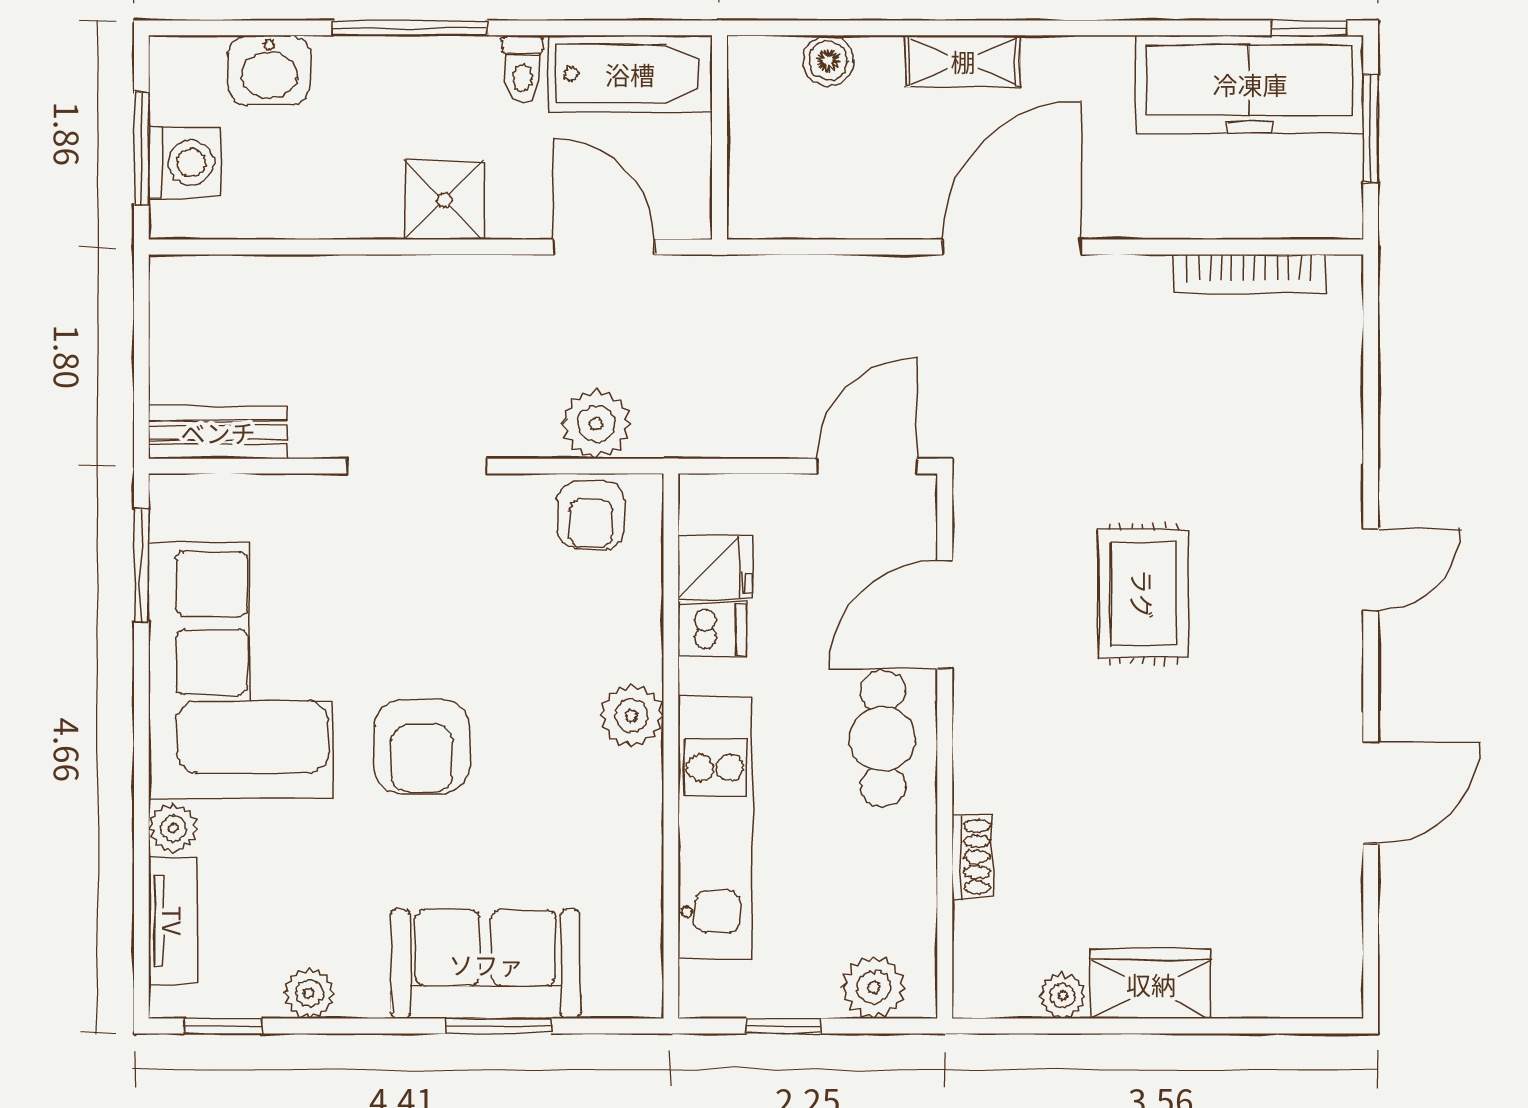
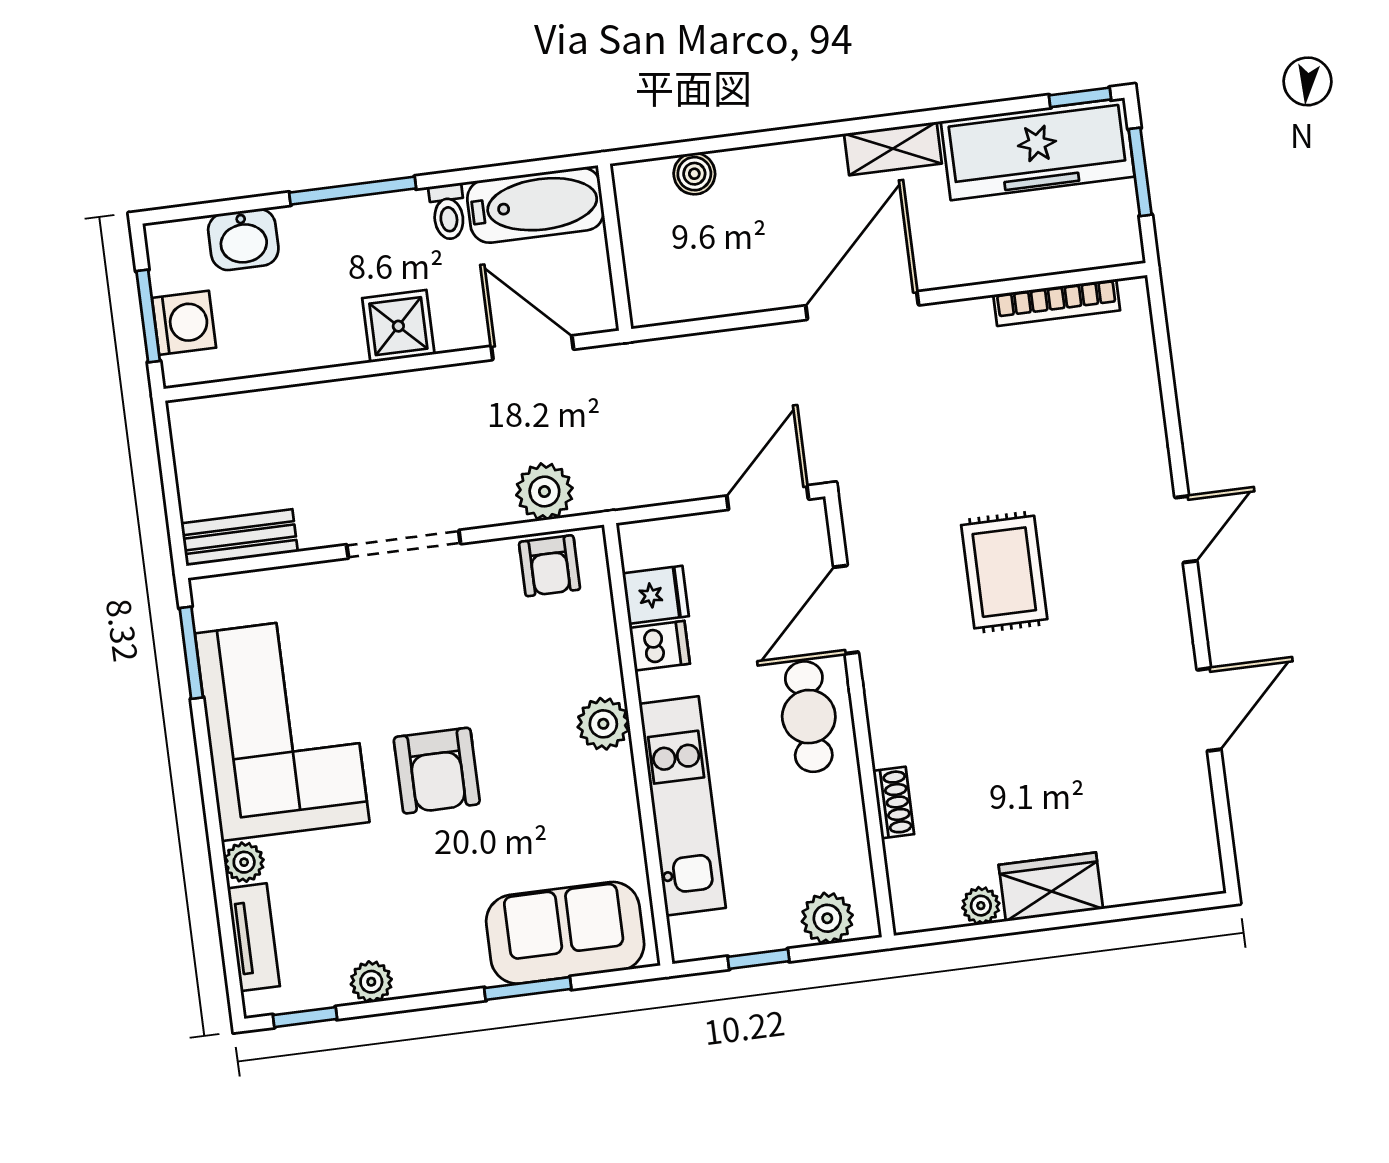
shelving: (963, 61) -> (893, 149), moved
sofa: (486, 964) -> (565, 933), moved

